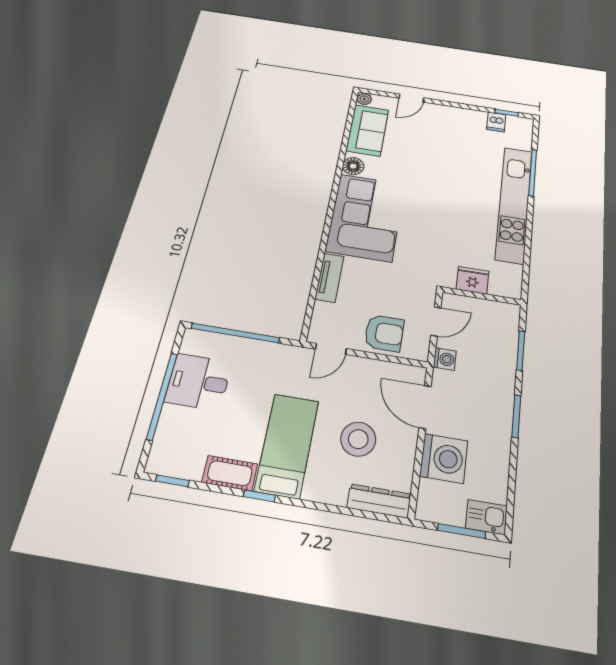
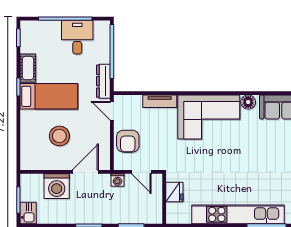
dresser: (379, 501) -> (103, 81), moved, turned 180

